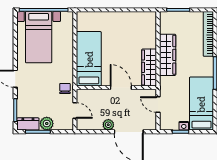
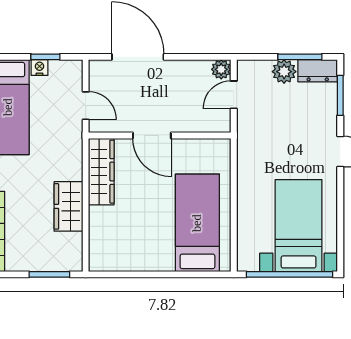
wardrobe: (168, 55) -> (68, 206), width x0.67
bed: (89, 59) -> (197, 223), moved, turned 180
chair: (65, 88) -> (252, 134), removed
door: (75, 111) -> (234, 95), hinge flipped
plant: (108, 125) -> (221, 69), moved

